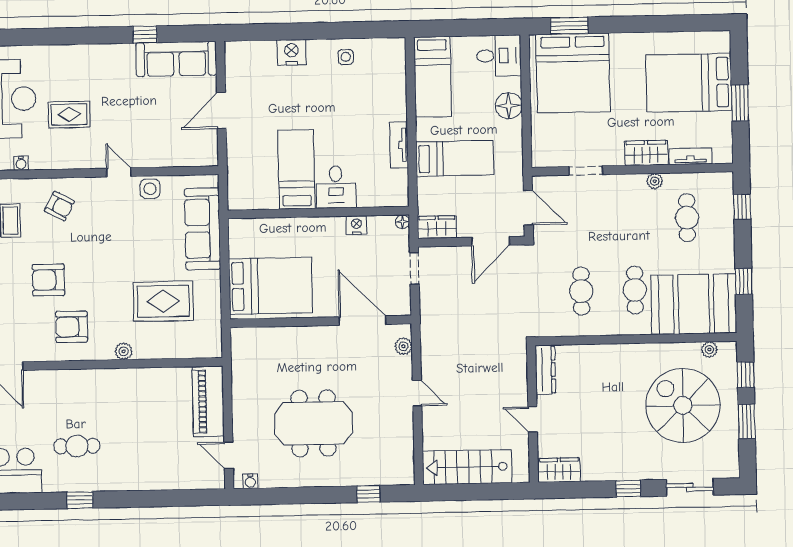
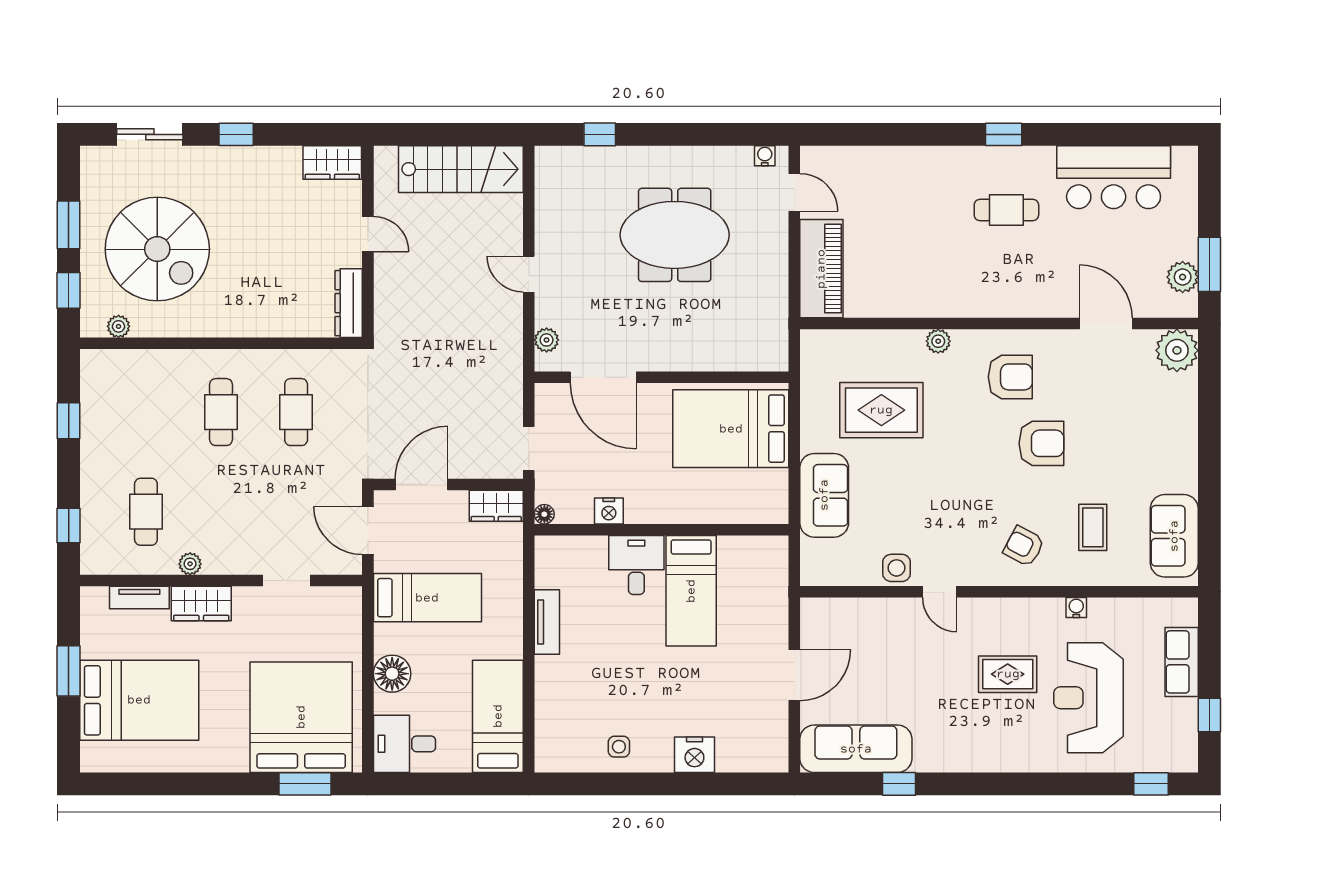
bed: (455, 158) -> (427, 598), moved, turned 180
sofa: (203, 229) -> (824, 495), width x0.73
booth: (694, 304) -> (139, 391), removed

